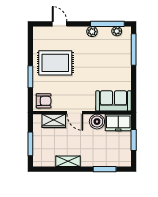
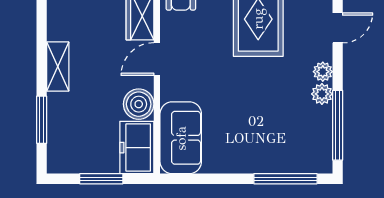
plant: (117, 31) -> (323, 72), moved
shelving: (68, 161) -> (58, 67), moved

